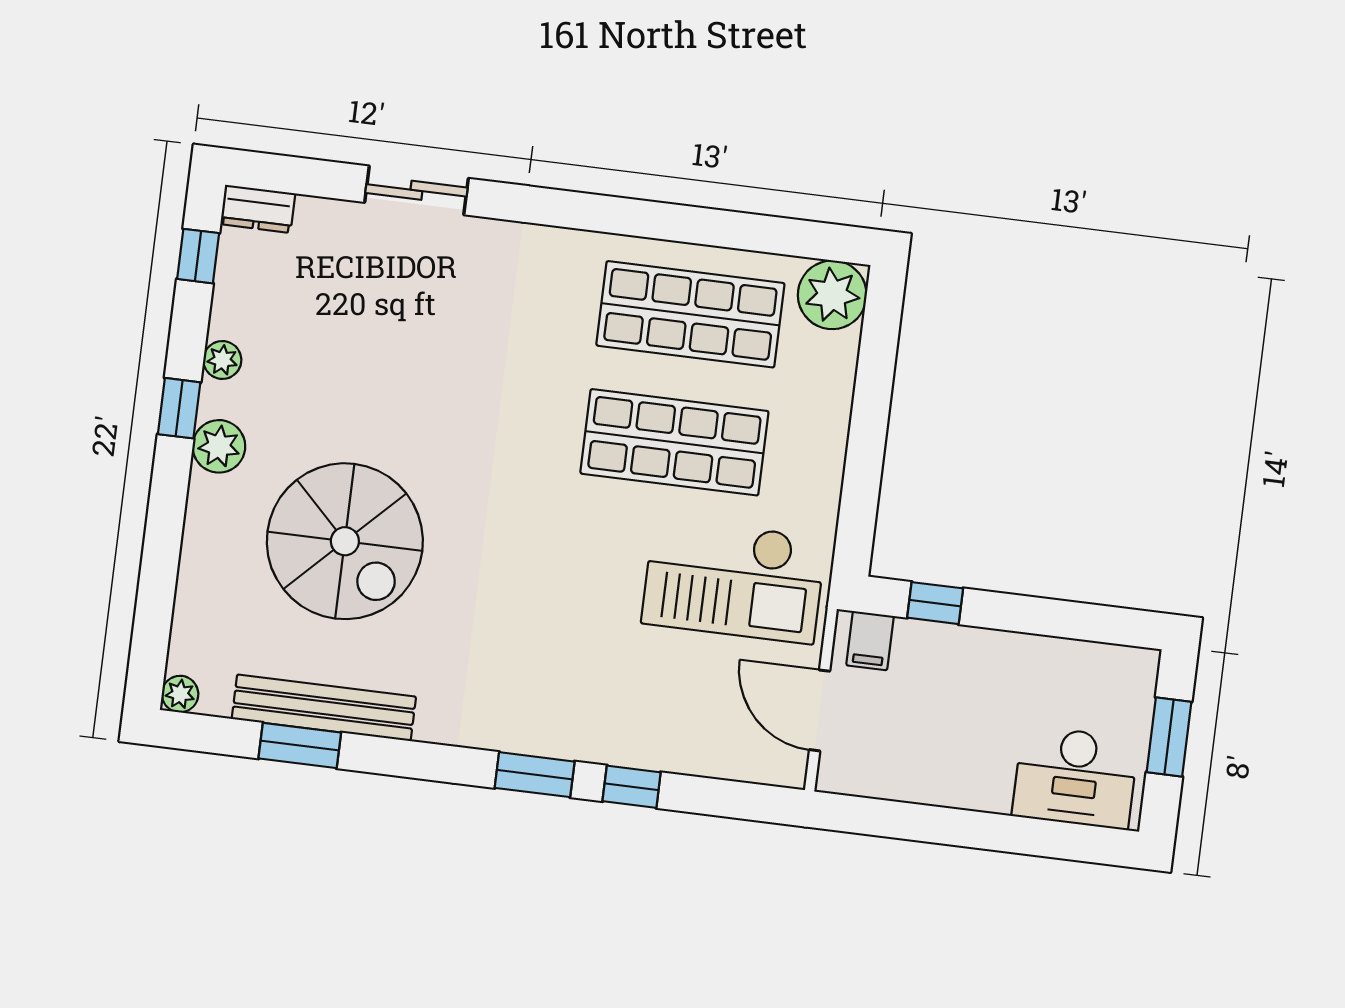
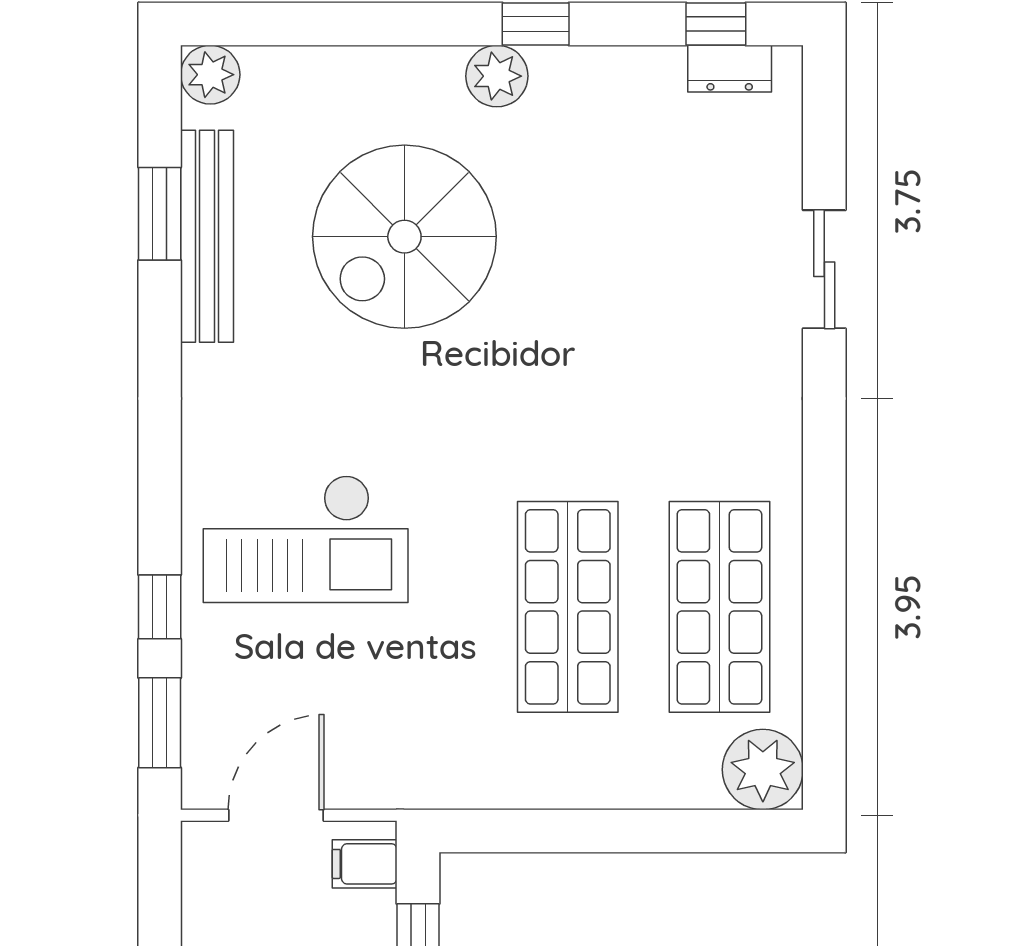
dresser: (258, 209) -> (730, 69), moved, turned -90
plant: (222, 360) -> (598, 67), removed
checkout: (734, 580) -> (306, 539), moved, turned -90
plant: (180, 694) -> (210, 75), width x1.38, depth x1.38
window: (535, 775) -> (160, 723), moved

